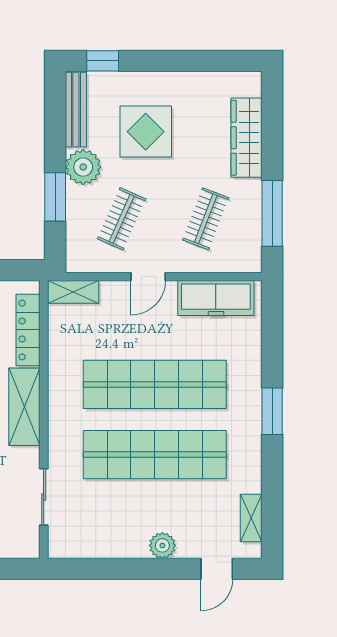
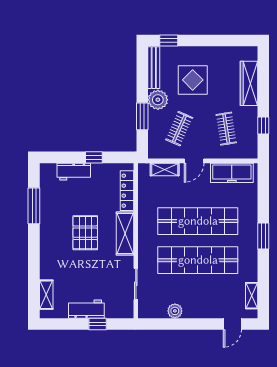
window: (272, 213) -> (263, 126), width x0.46
clothes rail: (206, 219) -> (226, 129), turned -30
shelving: (73, 292) -> (165, 169), moved
plant: (162, 545) -> (175, 311), moved

